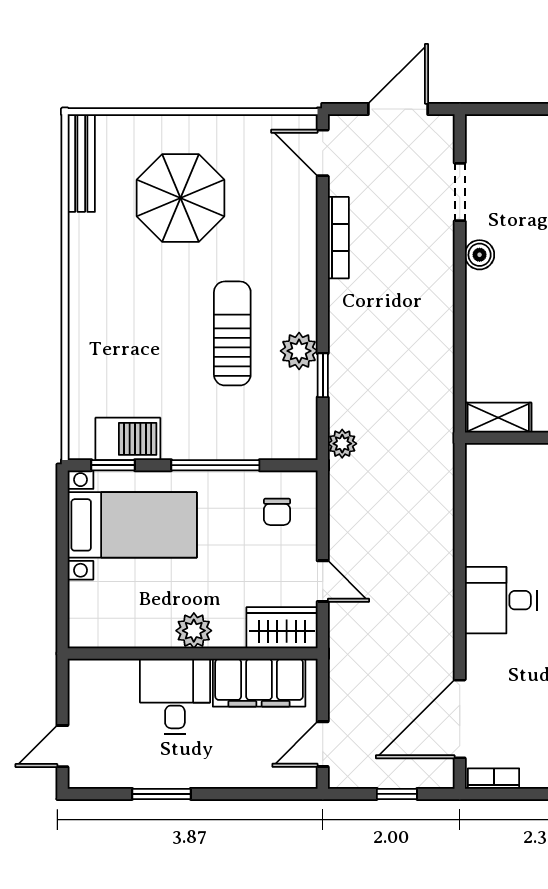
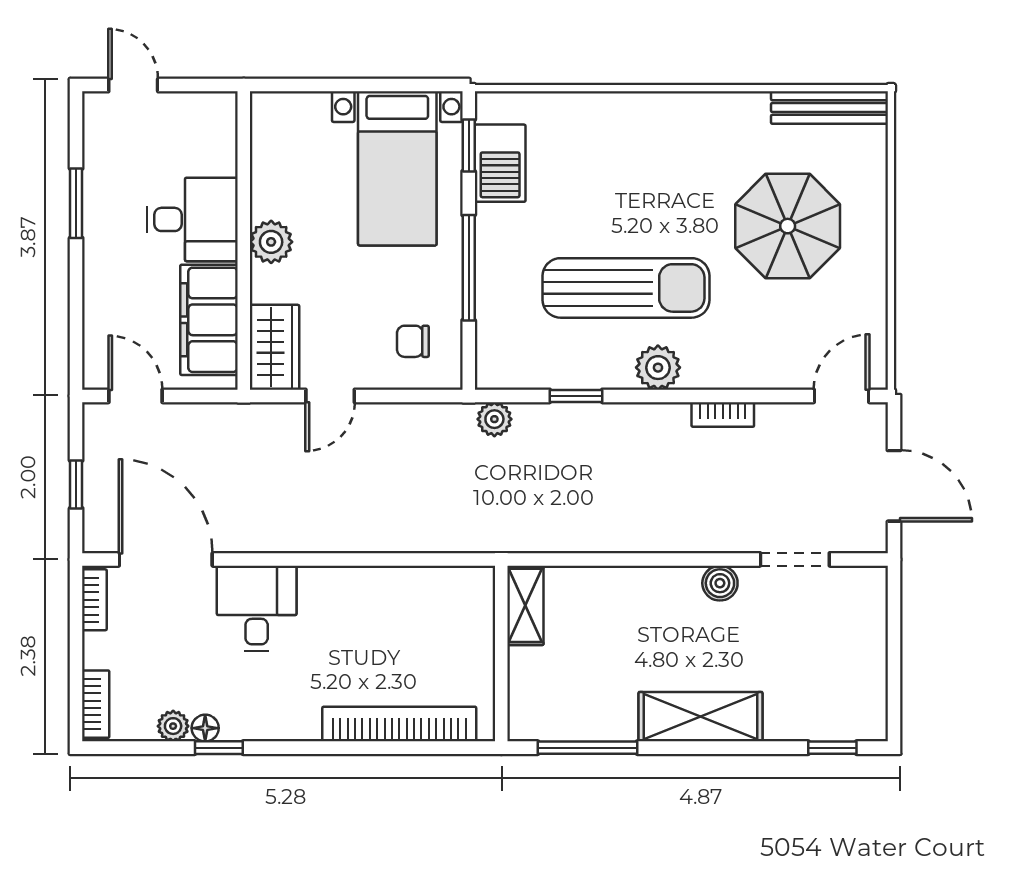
bookcase: (338, 238) -> (723, 414), width x0.64
sun lounger: (232, 333) -> (626, 288), width x1.36, depth x1.34
plant: (299, 351) -> (658, 368), moved
desk: (501, 600) -> (257, 608), moved

